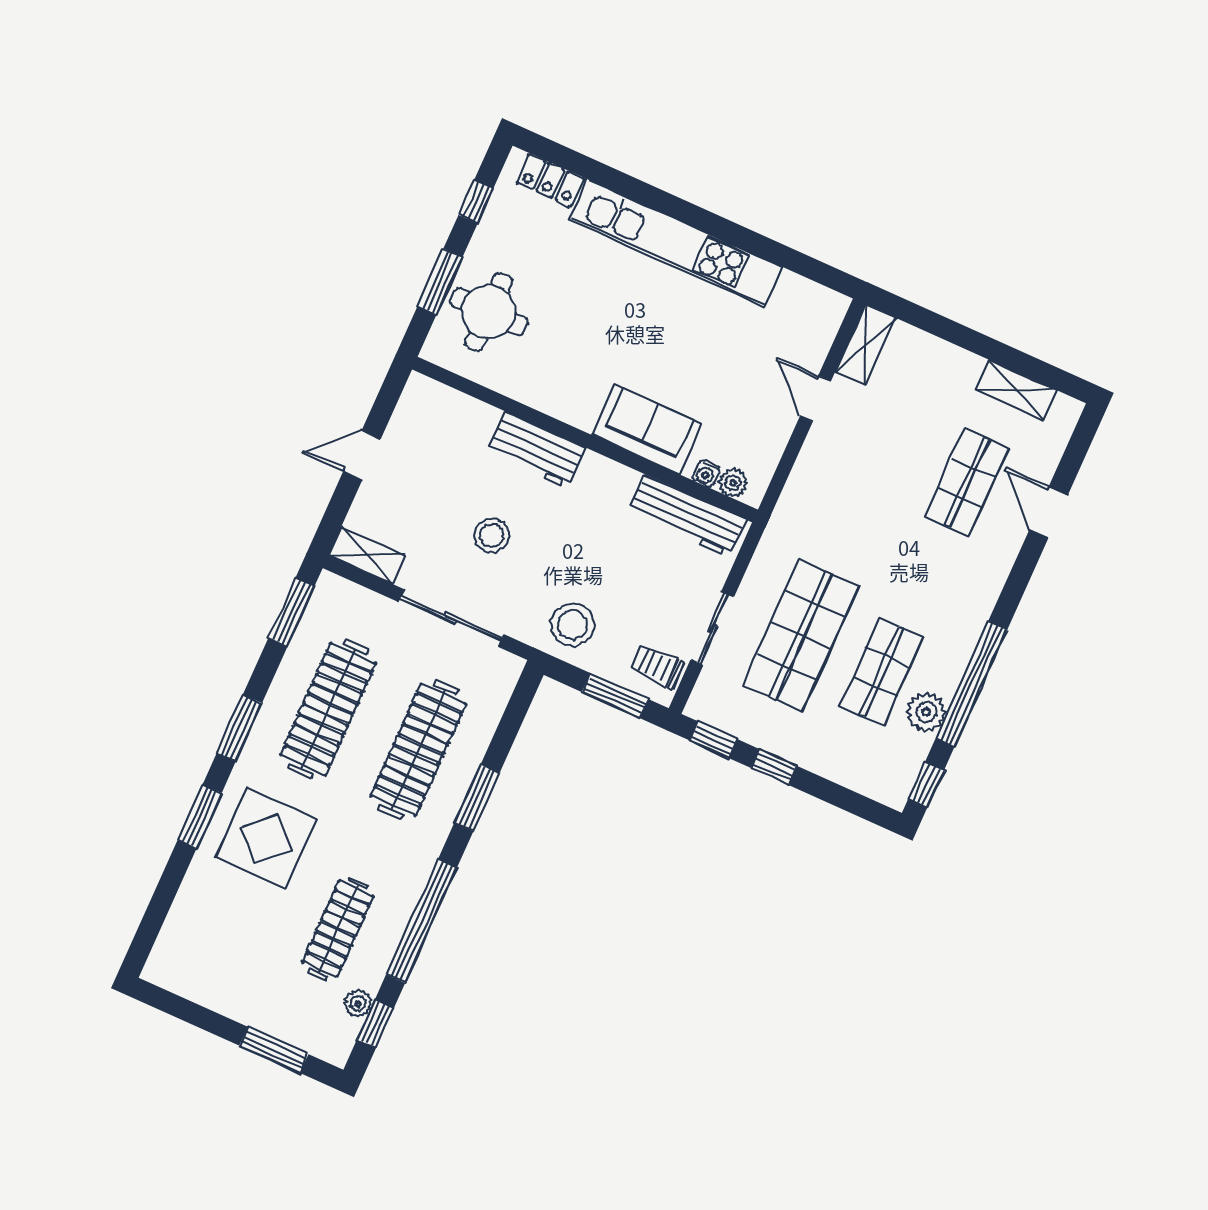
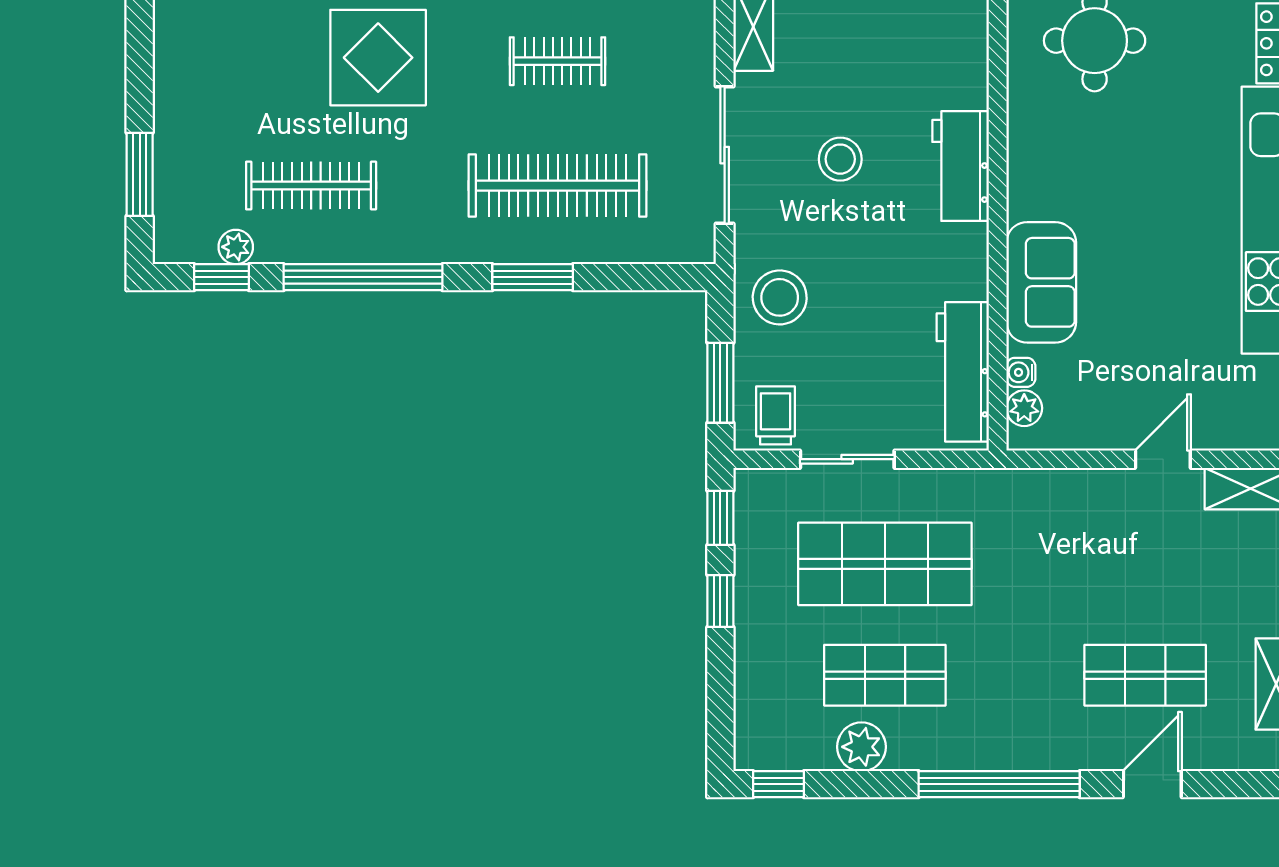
window: (971, 684) -> (999, 784), moved
clothes rail: (328, 709) -> (558, 61), width x0.54, depth x0.76

